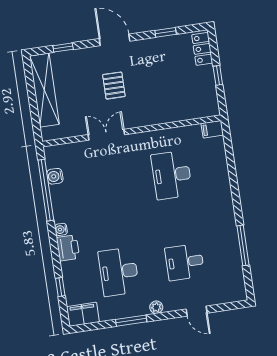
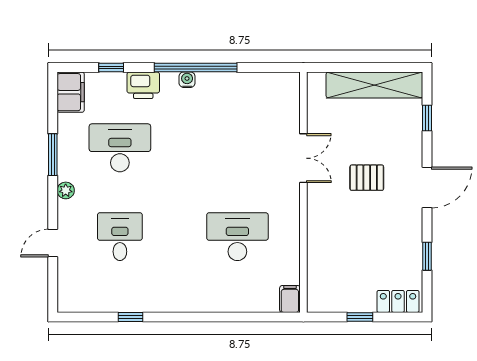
water cooler: (55, 176) -> (258, 82), removed
window: (46, 190) -> (196, 67), moved
window: (243, 245) -> (130, 317), width x0.46
printer: (68, 248) -> (143, 85), moved

